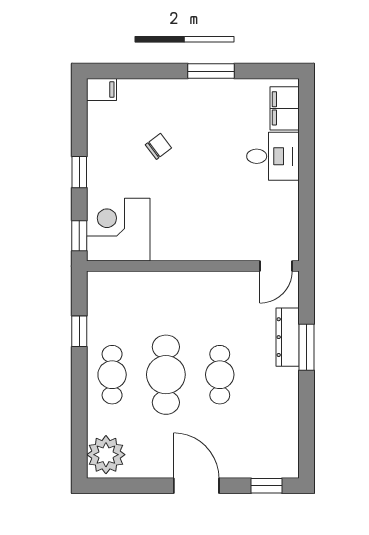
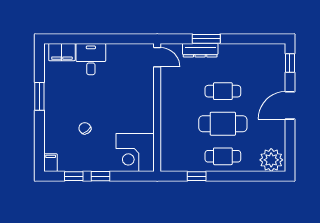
window: (79, 236) -> (74, 176), moved

